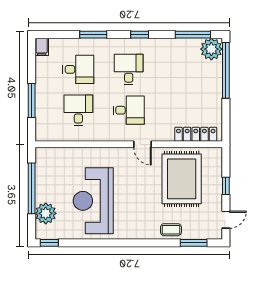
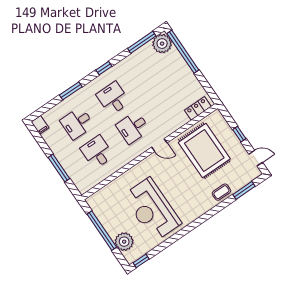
desk: (78, 69) -> (77, 123), turned 180
desk: (129, 110) -> (133, 127), turned 180
locker: (196, 134) -> (198, 108), width x0.66
door: (226, 220) -> (256, 158), hinge flipped

